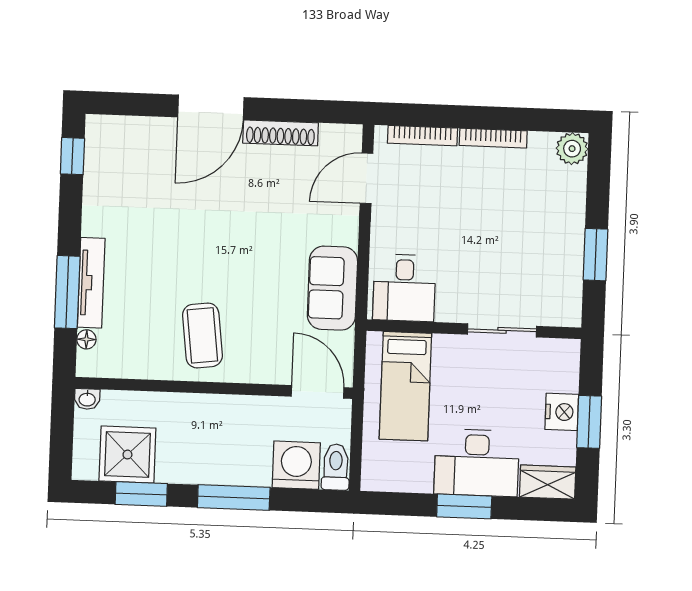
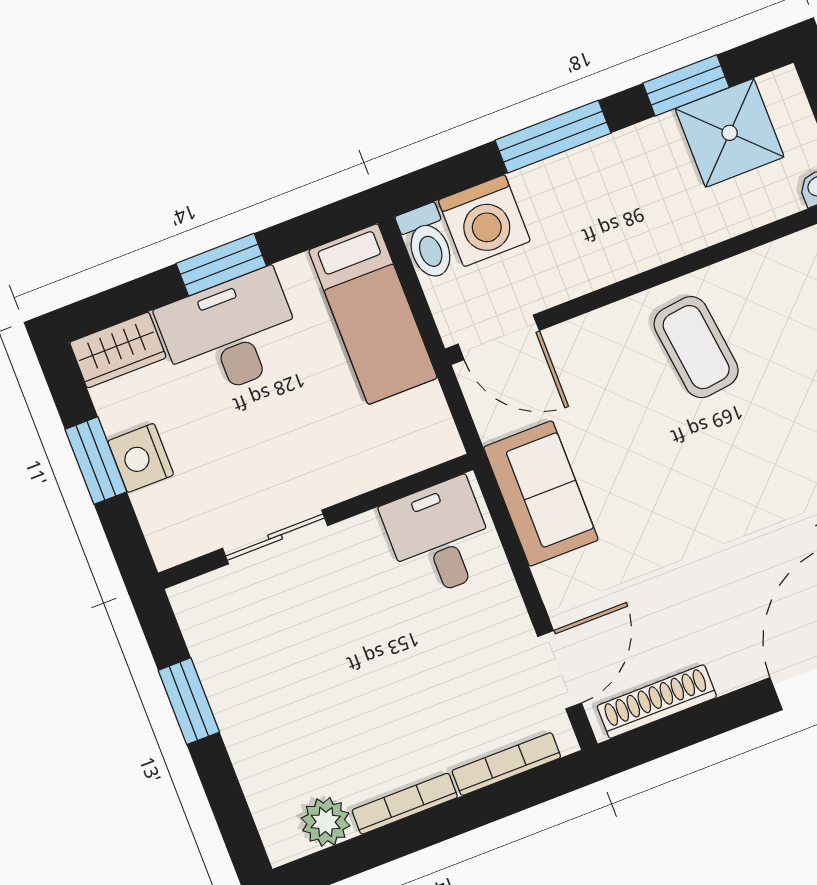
shoe rack: (281, 133) -> (657, 702), moved
plant: (572, 149) -> (326, 822), moved
bed: (405, 386) -> (373, 314), moved, turned 180

